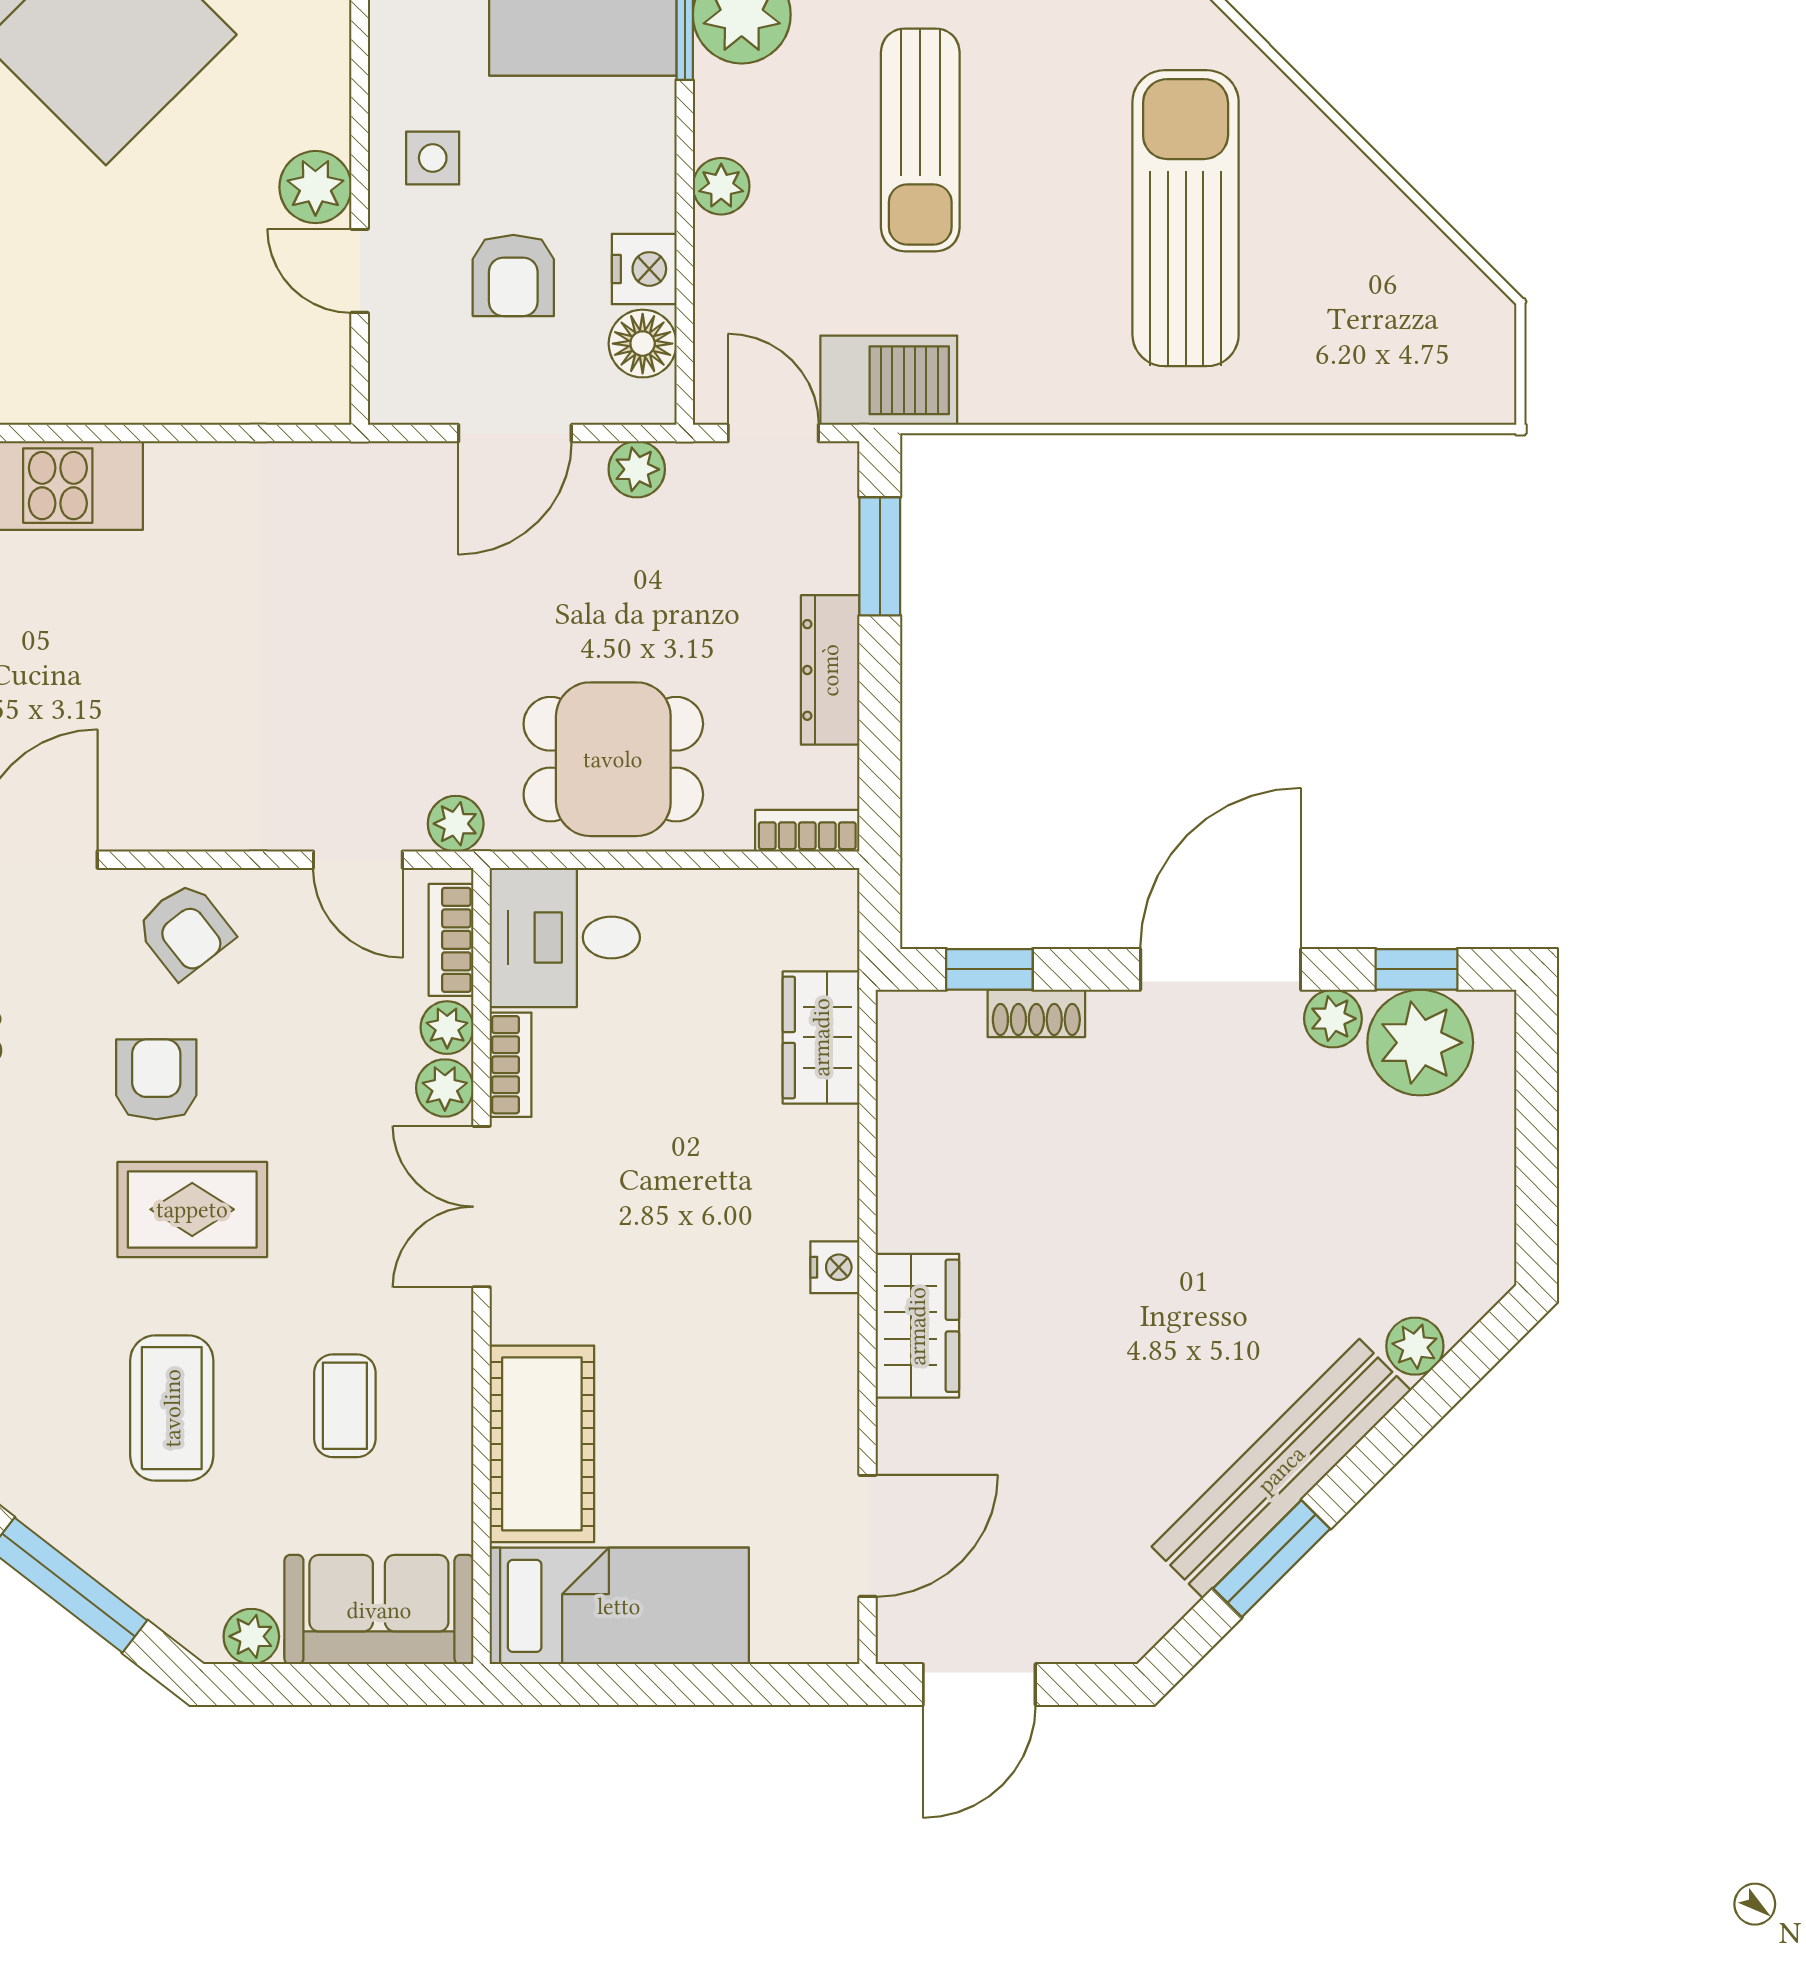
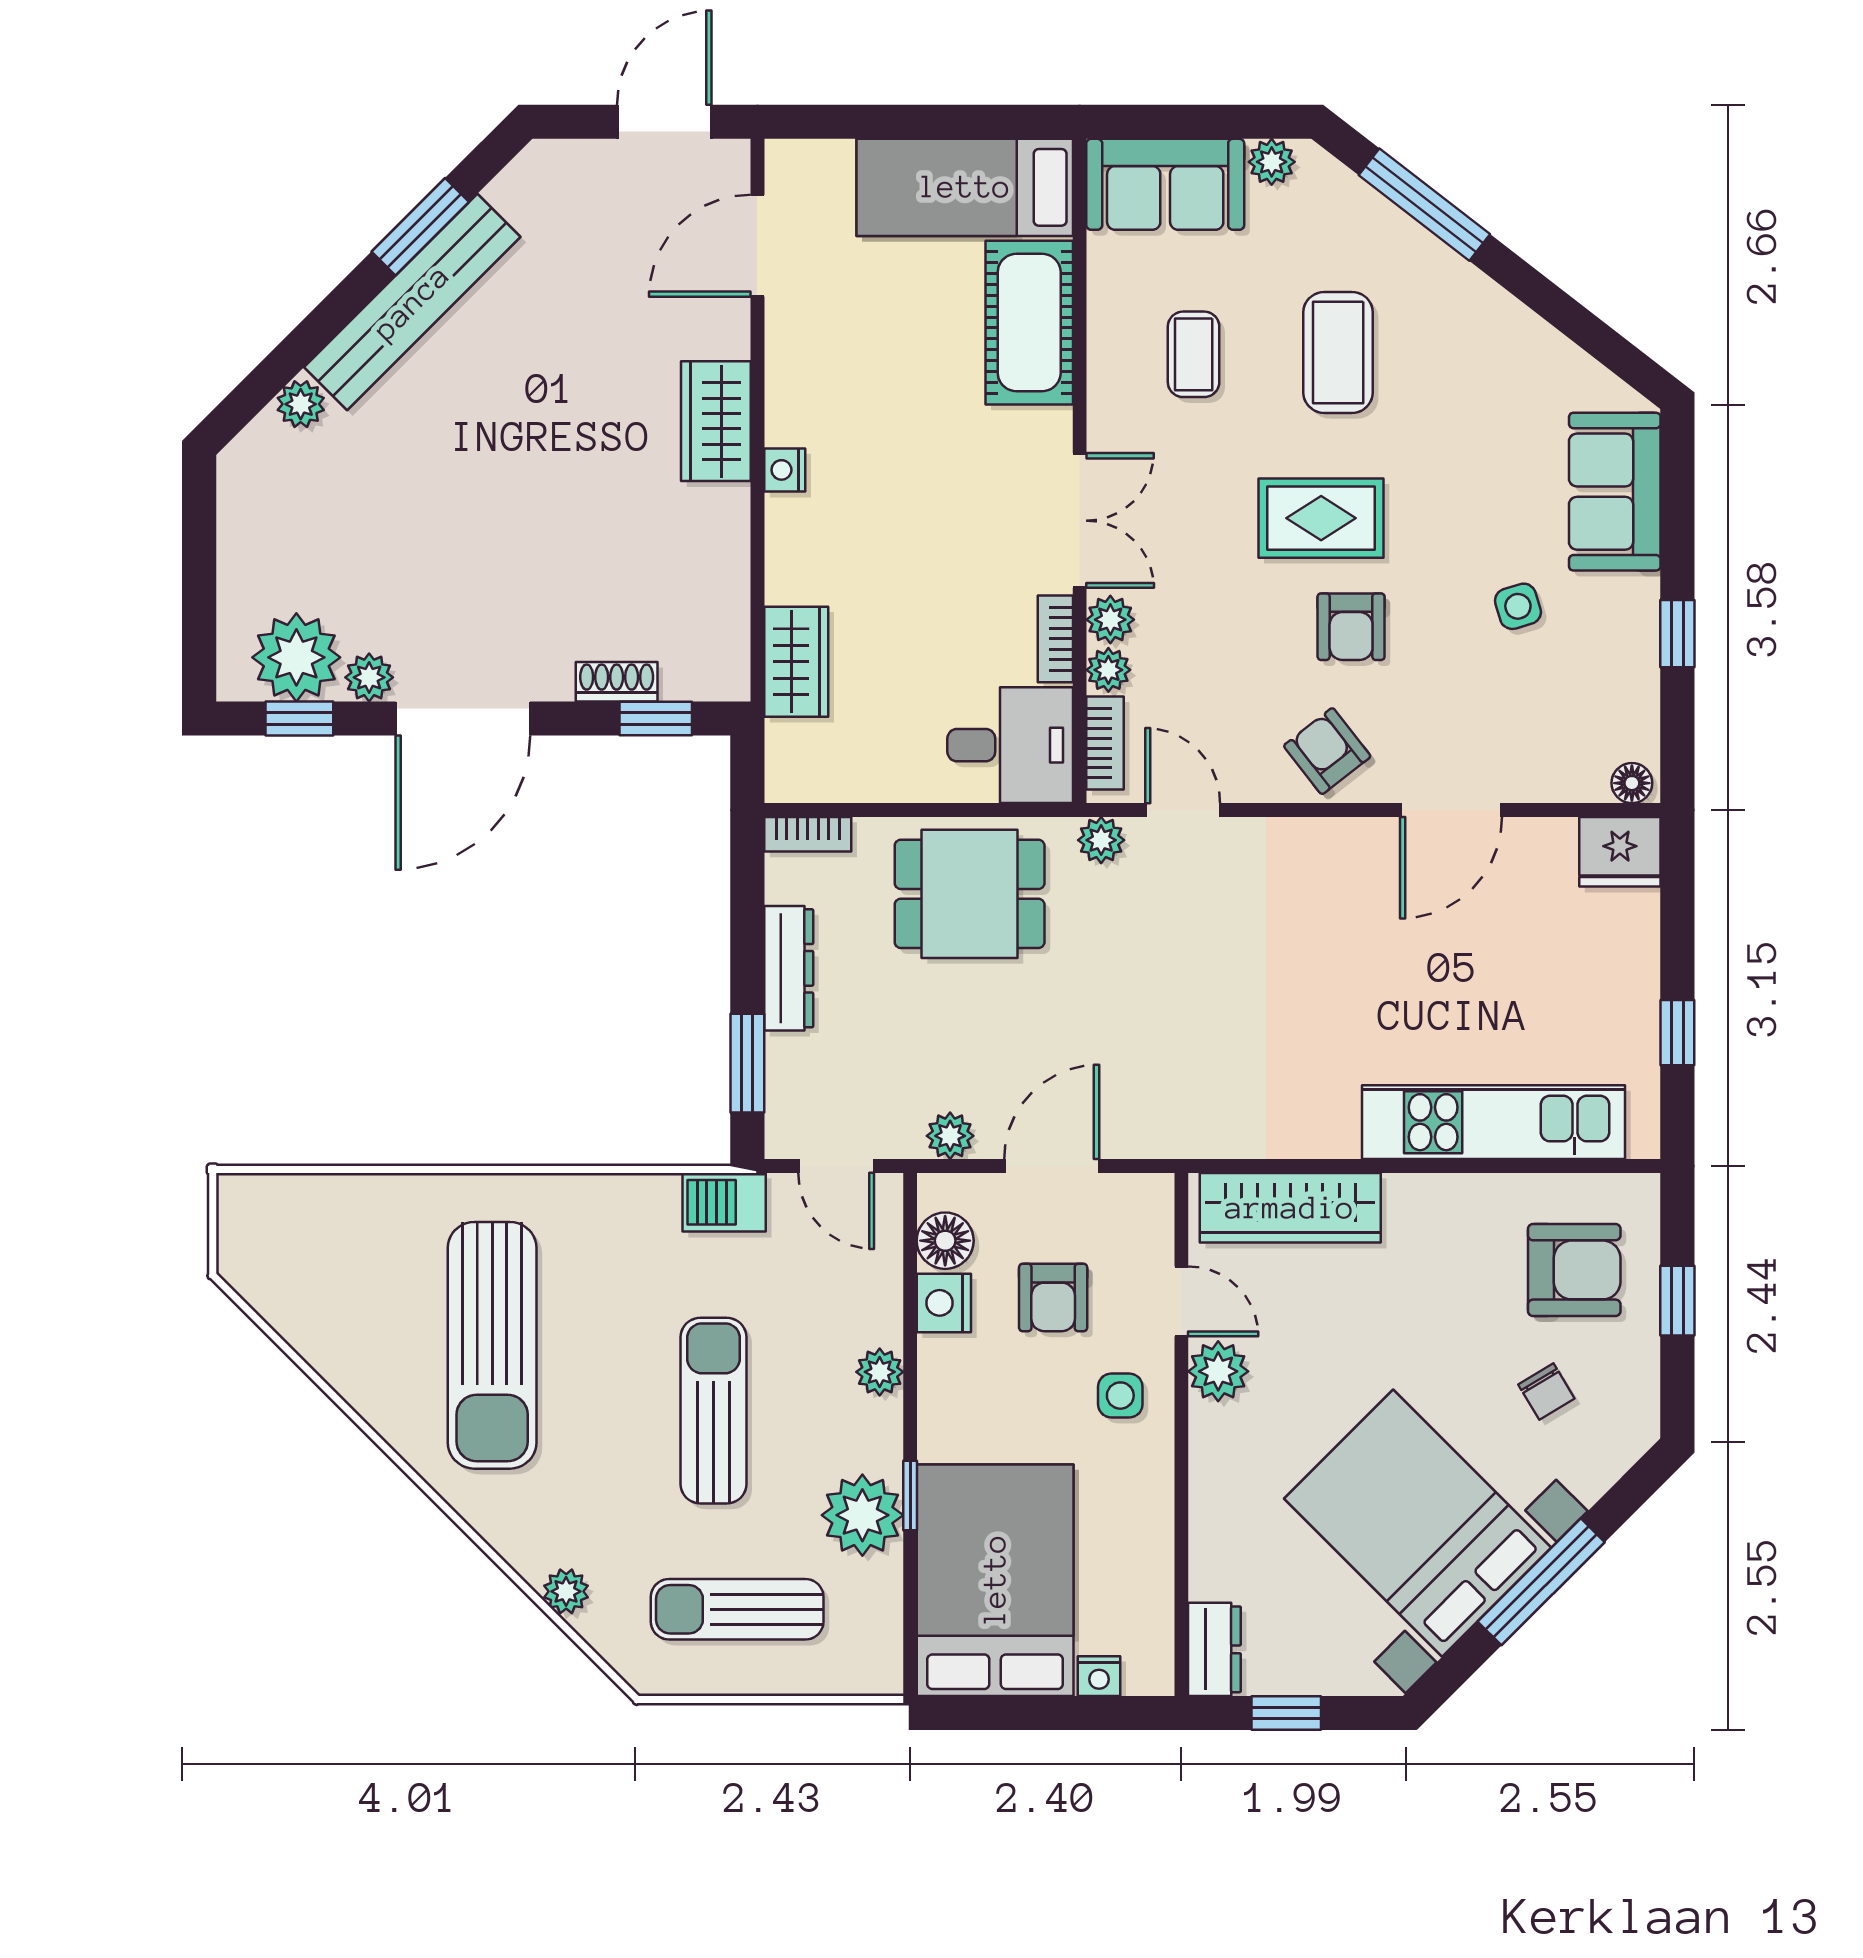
armchair: (513, 275) -> (1053, 1297), turned 180
barbecue: (889, 380) -> (724, 1202), width x0.73, depth x0.79
wardrobe: (229, 383) -> (1290, 1208), added

